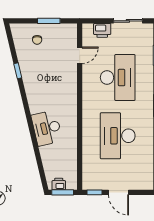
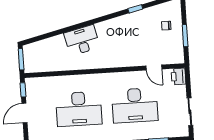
printer: (102, 30) -> (178, 76), moved
desk: (118, 136) -> (79, 109), turned 180
printer: (59, 184) -> (29, 55), removed

